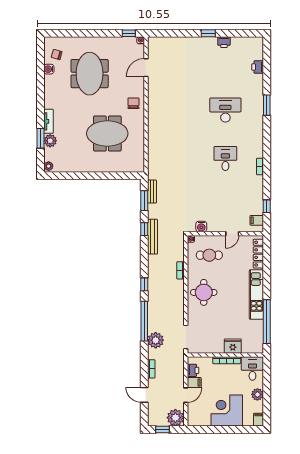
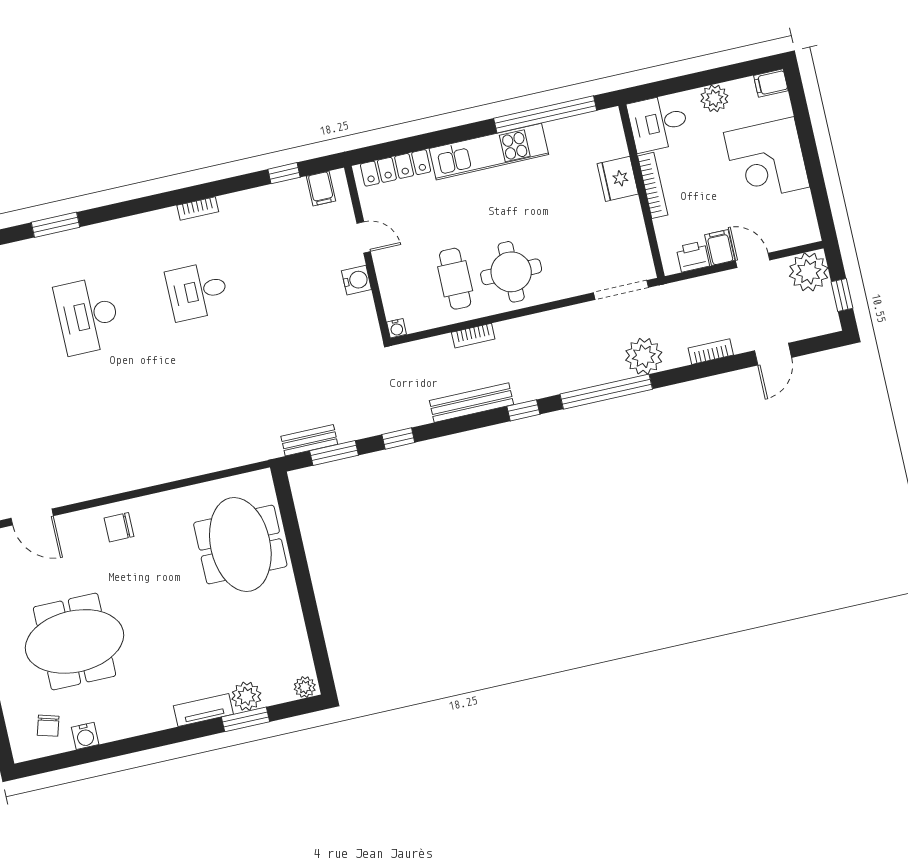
meeting table: (107, 134) -> (240, 544), moved
water cooler: (201, 227) -> (356, 280), moved
bench: (152, 237) -> (471, 403), moved
cafe table: (209, 255) -> (455, 279), moved

